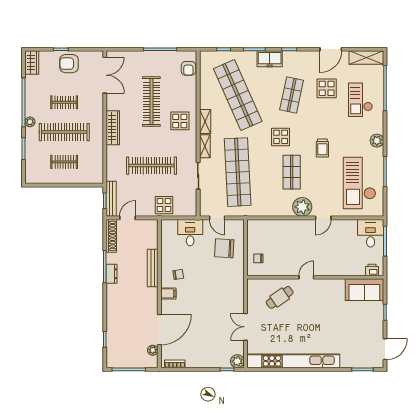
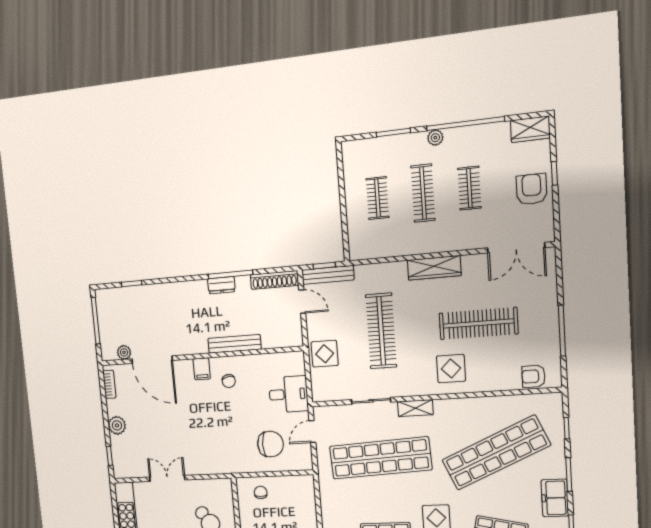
shelving: (205, 121) -> (453, 406), removed
clothes rail: (64, 132) -> (423, 193), width x0.73, depth x0.76
chair: (224, 248) -> (270, 444), turned 87
plant: (237, 361) -> (117, 425), moved

